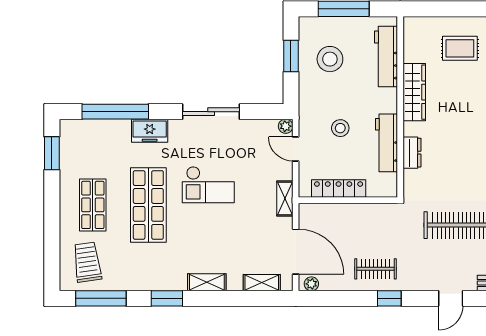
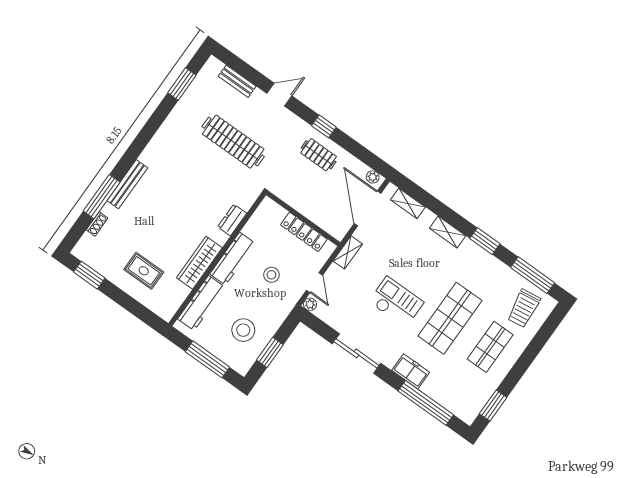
workbench: (387, 143) -> (232, 259), moved

